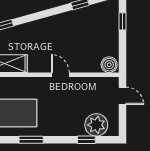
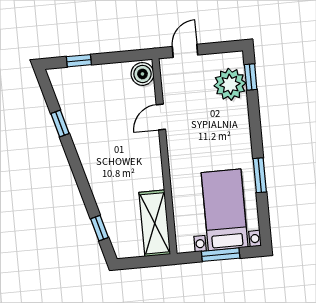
door: (60, 75) -> (161, 117), moved
window: (86, 140) -> (251, 77), moved

